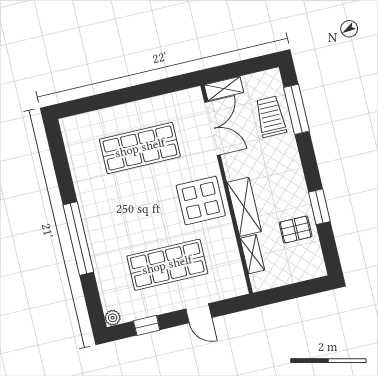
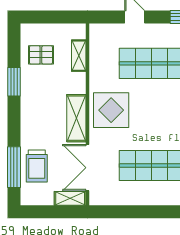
shelving: (244, 207) -> (76, 118), moved
pallet: (296, 230) -> (41, 55), moved

